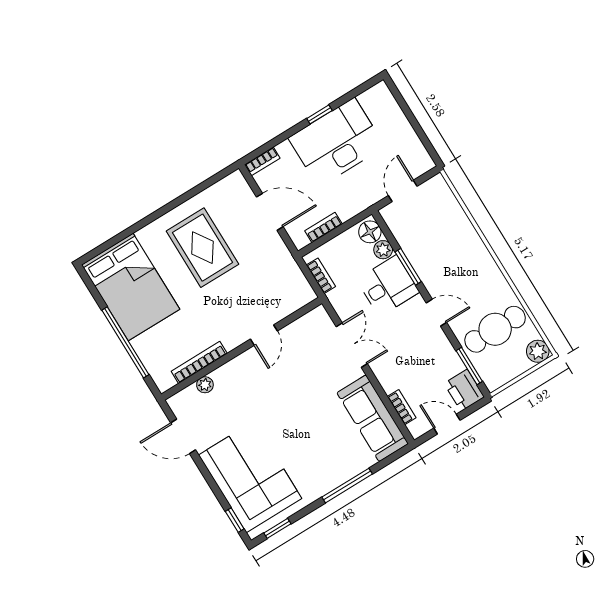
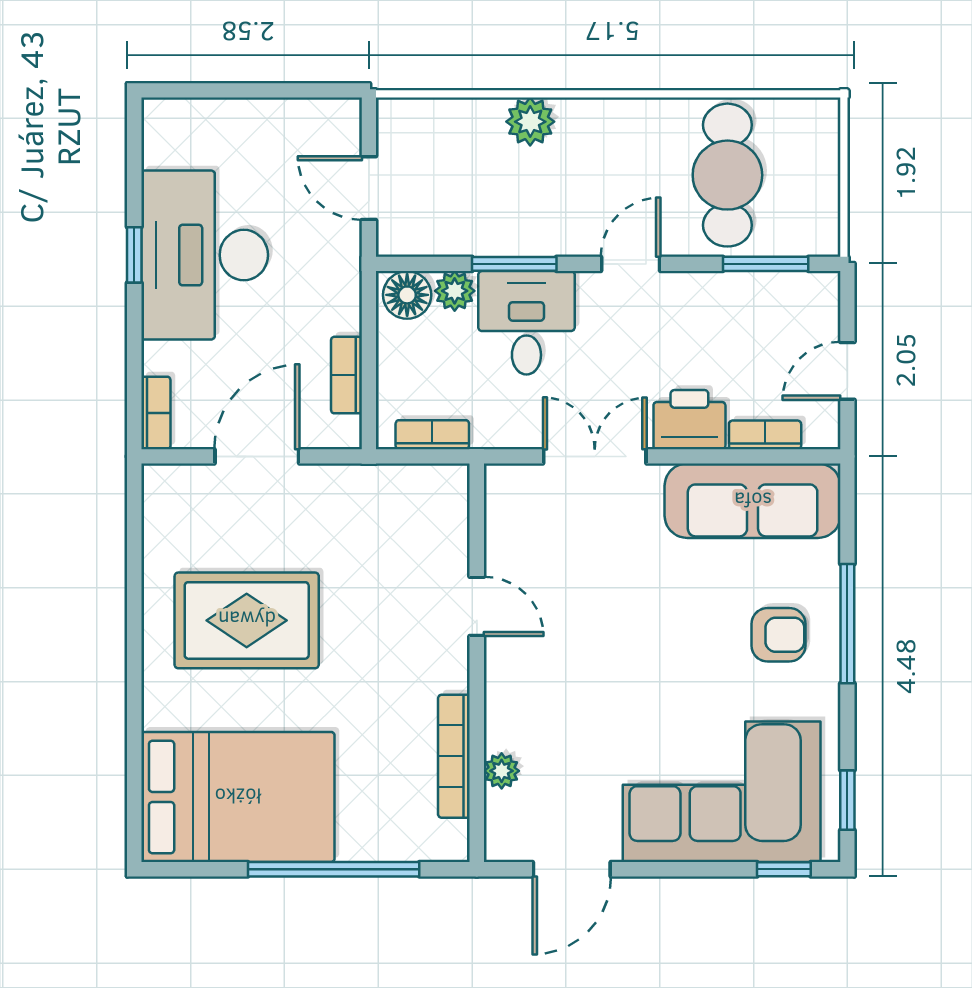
plant: (538, 351) -> (530, 122), moved
printer: (464, 390) -> (689, 420), moved, turned 180
armchair: (326, 461) -> (778, 635), added

